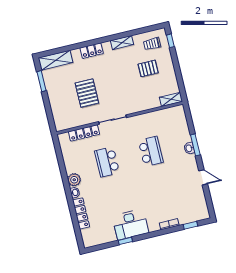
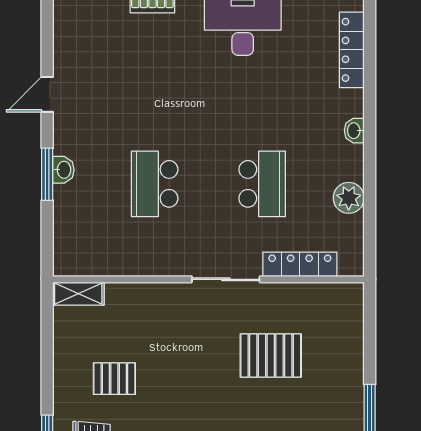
pallet: (87, 93) -> (271, 356), turned 90
door: (203, 177) -> (47, 94), hinge flipped
plant: (74, 180) -> (349, 198), moved
locker: (81, 213) -> (352, 50), moved

